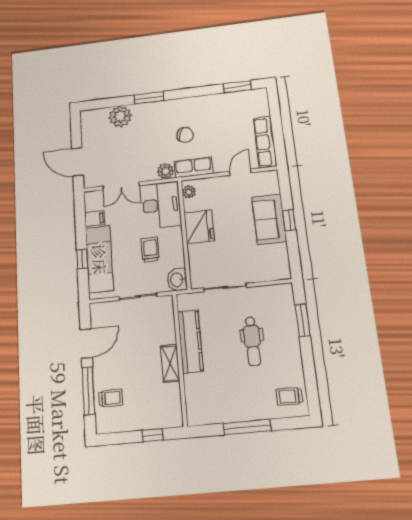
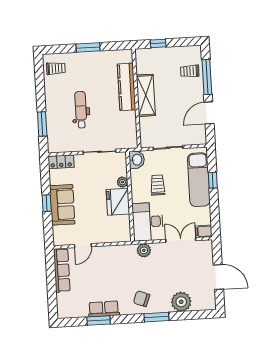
window: (237, 87) -> (99, 320), moved
chair: (185, 135) -> (142, 299), moved
door: (77, 162) -> (218, 277), moved
row of seats: (194, 167) -> (104, 309), moved, turned 180
plant: (189, 192) -> (123, 182), moved
filing cabinet: (95, 219) -> (204, 231), moved
trolley: (150, 250) -> (158, 185), turned 180
locker: (274, 273) -> (61, 162), added
kitchen counter: (190, 341) -> (126, 87), moved
shelving: (170, 363) -> (146, 95), width x1.50, depth x1.33
window: (247, 427) -> (88, 47), width x0.69

